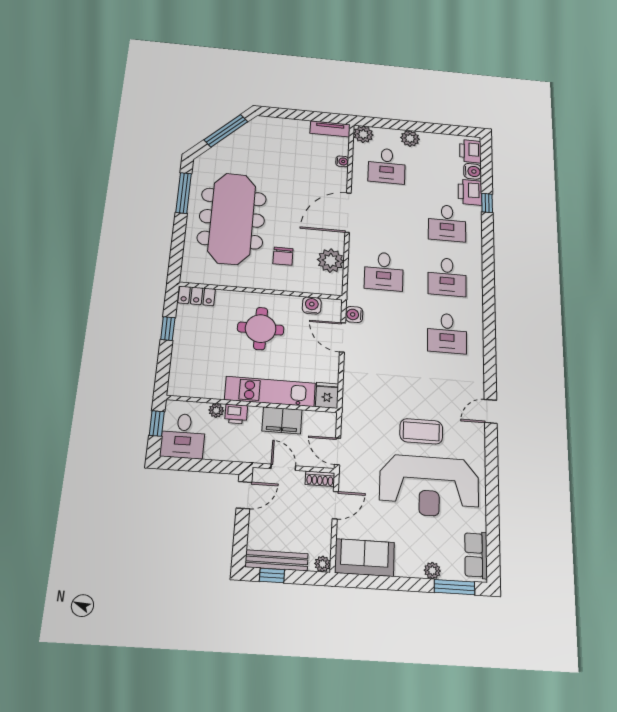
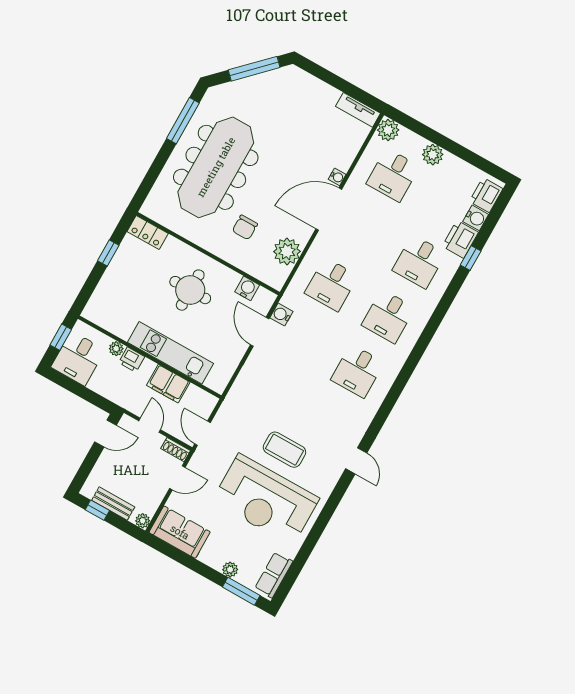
water cooler: (342, 161) -> (337, 177), moved
fridge: (327, 395) -> (219, 379), removed
door: (491, 411) -> (356, 461), swing flipped
bench: (277, 560) -> (113, 504), width x0.73

